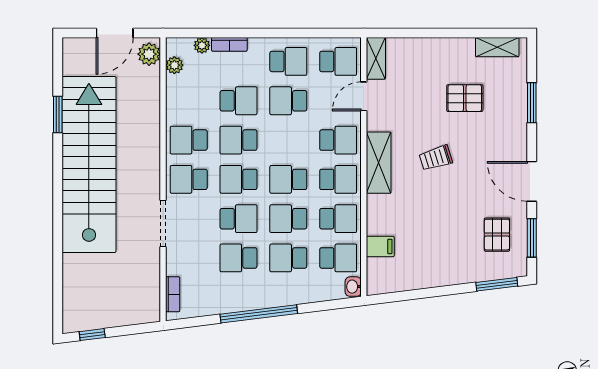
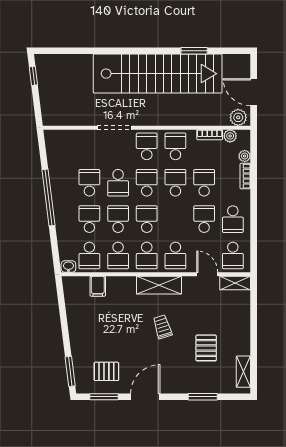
school desk: (239, 101) -> (204, 183), turned 180
bookcase: (173, 294) -> (210, 135), moved

